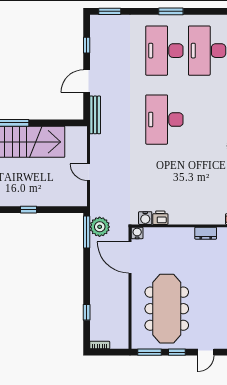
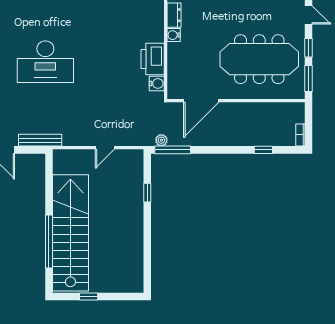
window: (28, 210) -> (147, 193), moved
printer: (160, 218) -> (153, 59), width x1.87, depth x1.48
plant: (100, 227) -> (161, 140), width x0.53, depth x0.53
water cooler: (137, 233) -> (174, 35), moved

